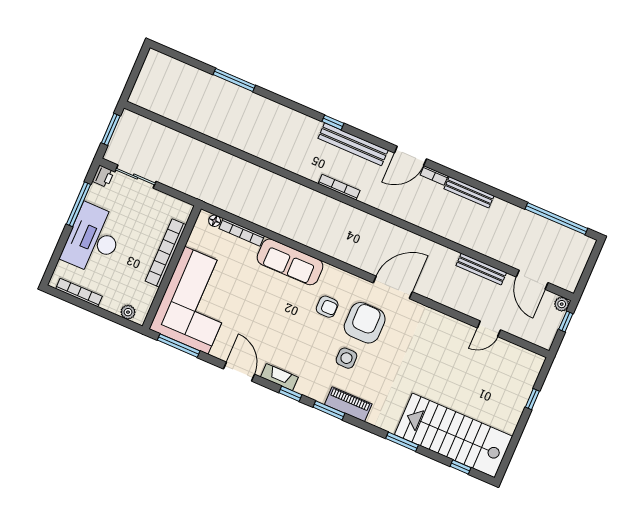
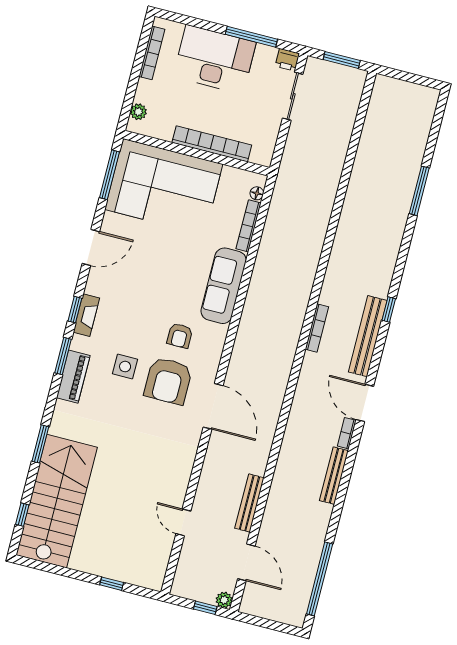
door: (532, 280) -> (246, 562), swing flipped
armchair: (365, 323) -> (168, 381), turned 90
fireplace: (279, 377) -> (86, 315), moved

